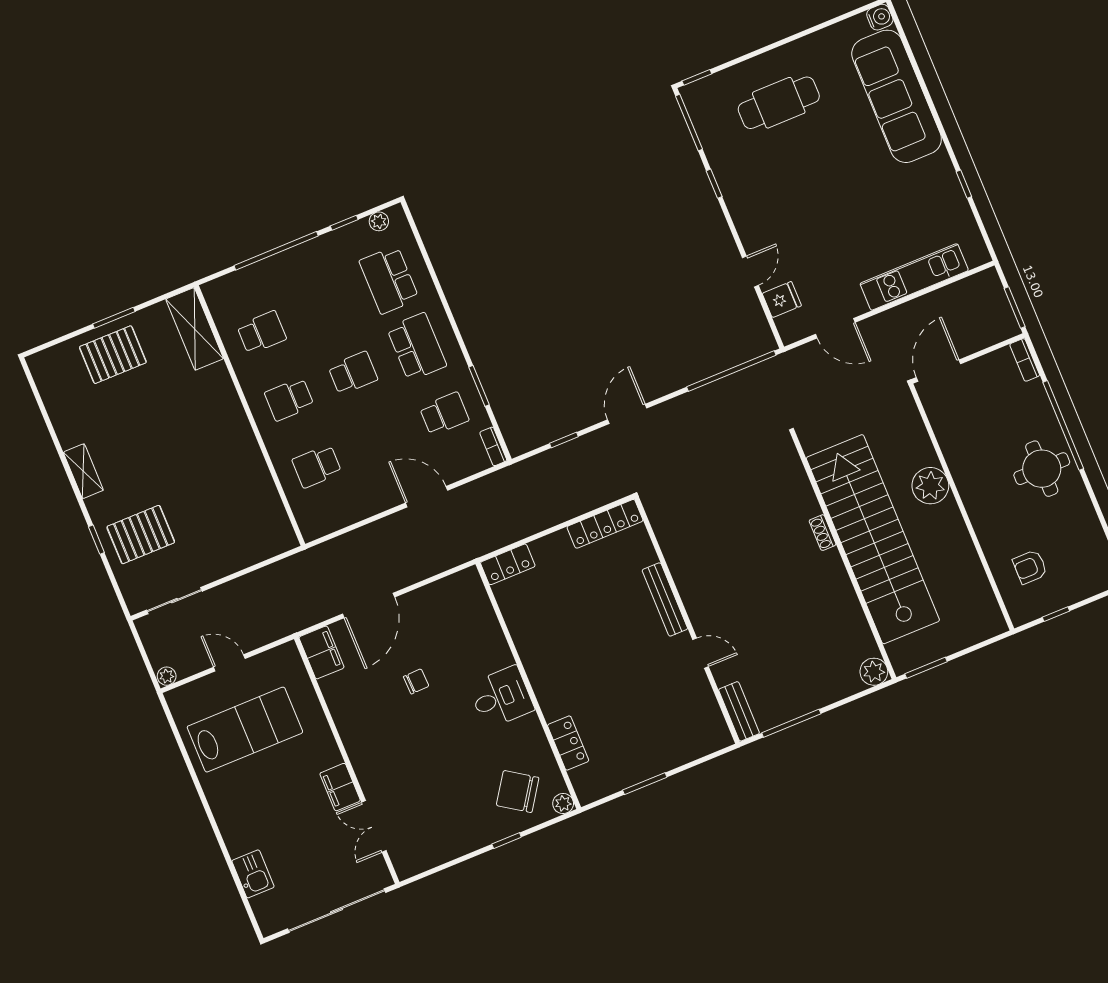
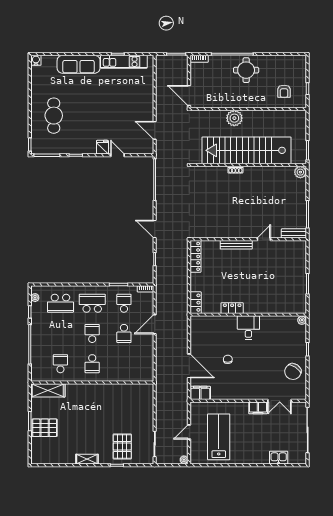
sofa: (897, 96) -> (79, 64), width x0.74, depth x0.79
kitchen unit: (914, 277) -> (124, 62), moved, turned -90
fridge: (782, 300) -> (102, 147), moved
door: (835, 328) -> (155, 130), swing flipped
pallet: (113, 355) -> (45, 428), turned 90
school desk: (317, 466) -> (124, 333), moved
locker: (568, 743) -> (232, 308), moved
chair: (518, 791) -> (293, 372), moved

